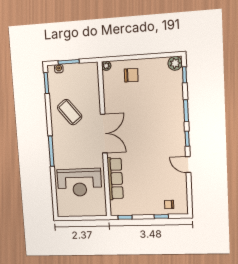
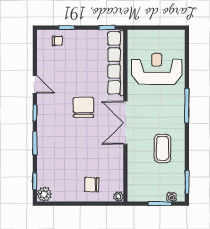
coffee table: (70, 112) -> (163, 148), turned 38
chair: (142, 146) -> (83, 107), added
row of seats: (115, 179) -> (116, 63), width x1.36

